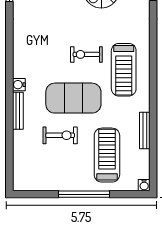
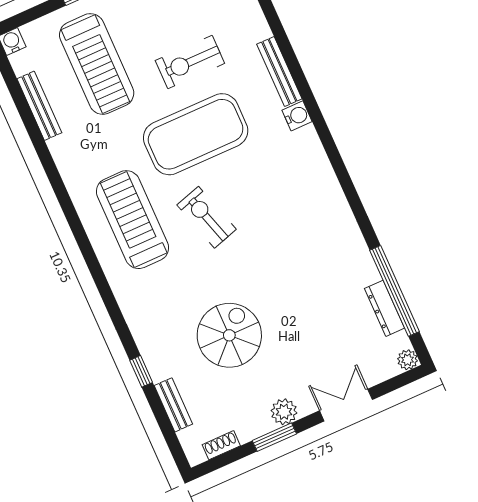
exercise bike: (86, 54) -> (207, 217), turned -107
bench: (145, 131) -> (39, 106), moved

